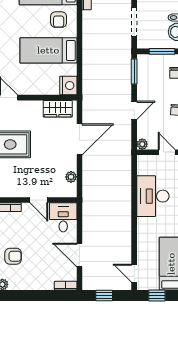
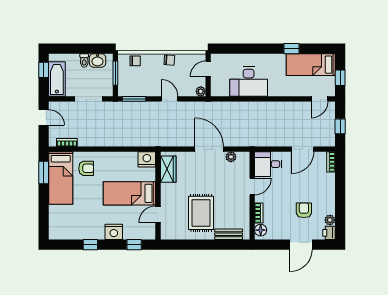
bed: (48, 50) -> (129, 193), moved, turned 90
door: (79, 139) -> (209, 149), moved

